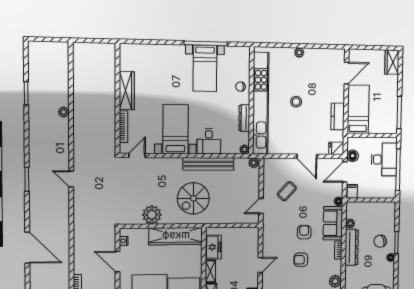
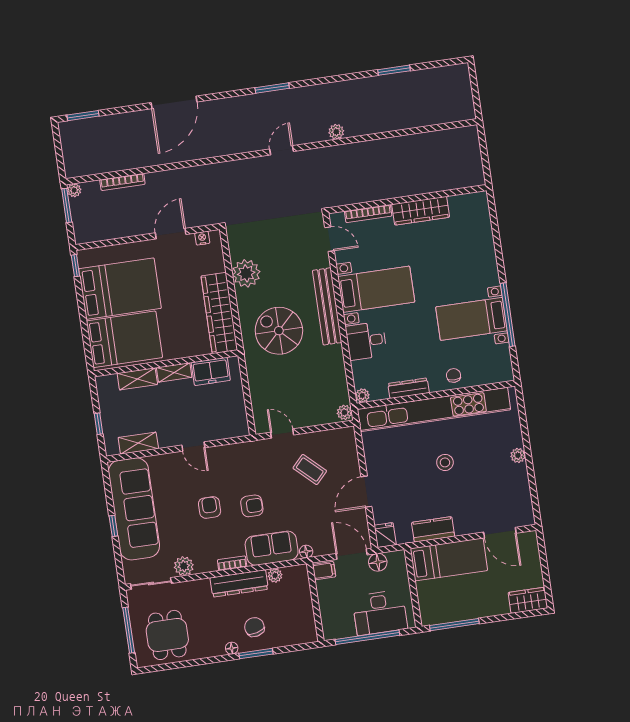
plant: (64, 112) -> (336, 132), moved
bench: (208, 164) -> (327, 306), moved

